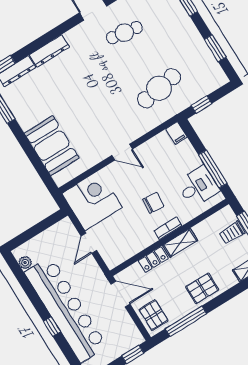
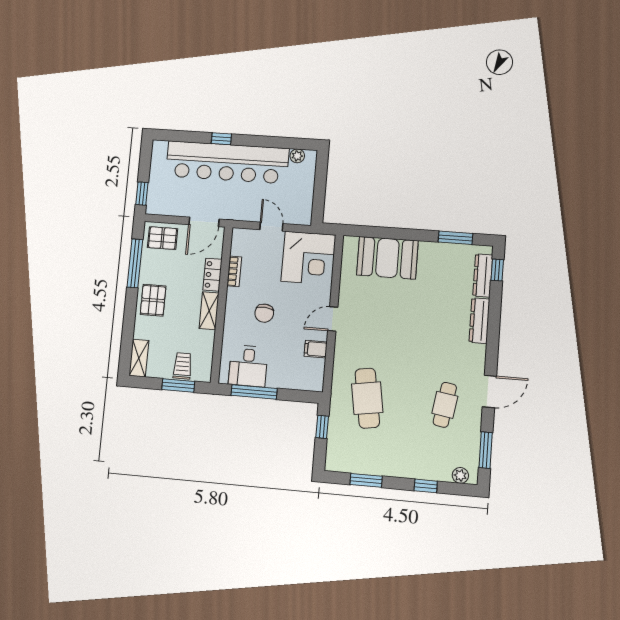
filing cabinet: (176, 133) -> (316, 349), moved
bookcase: (168, 228) -> (234, 271), moved

